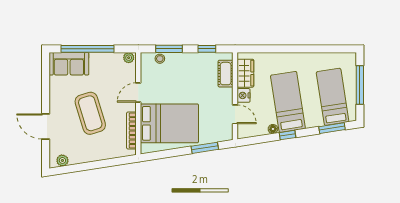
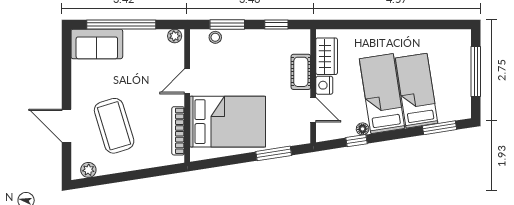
cot: (226, 74) -> (301, 72), moved
bed: (333, 97) -> (417, 91), moved
coffee table: (90, 113) -> (114, 126), moved
window: (288, 135) -> (357, 141), moved

